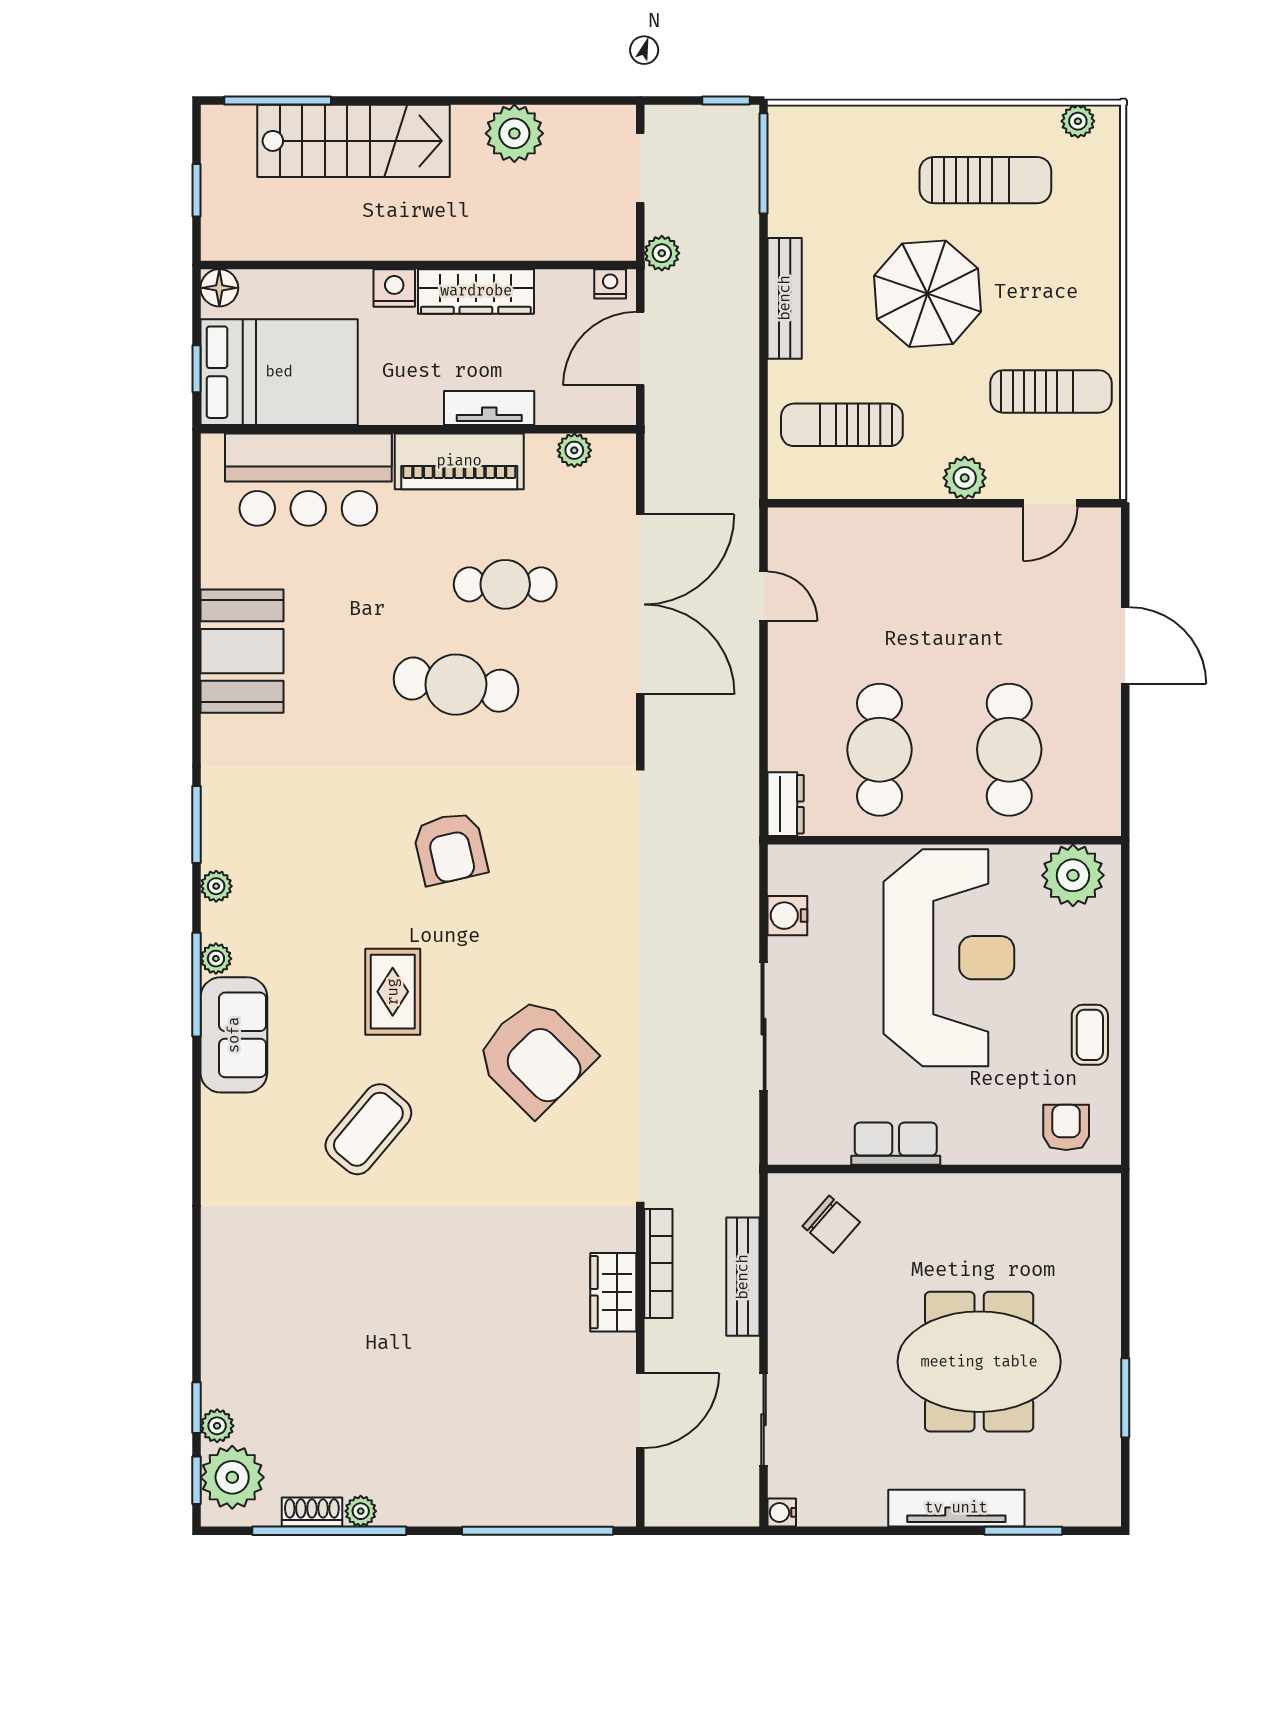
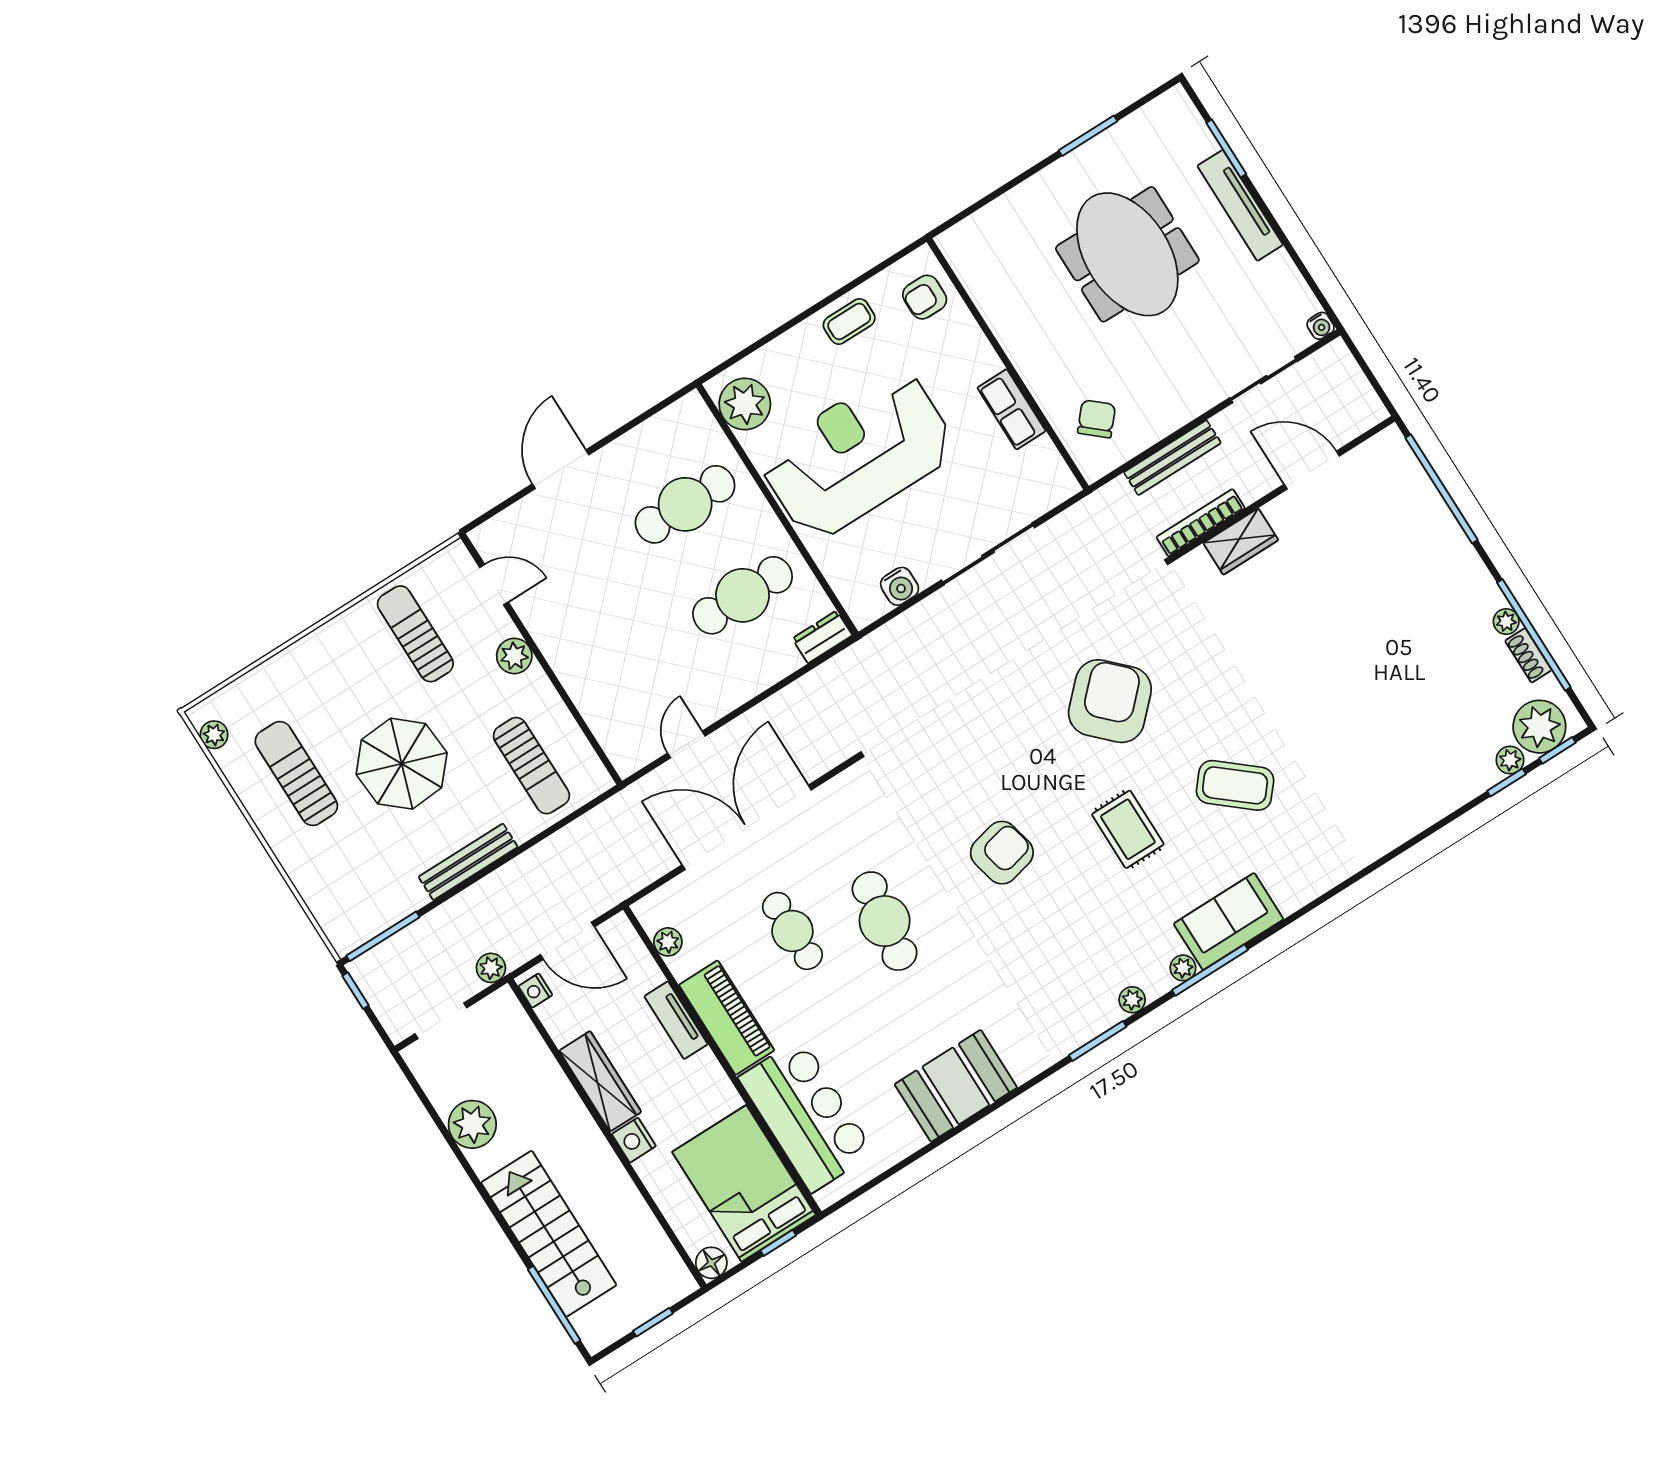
rug: (393, 992) -> (1128, 829), turned 90

